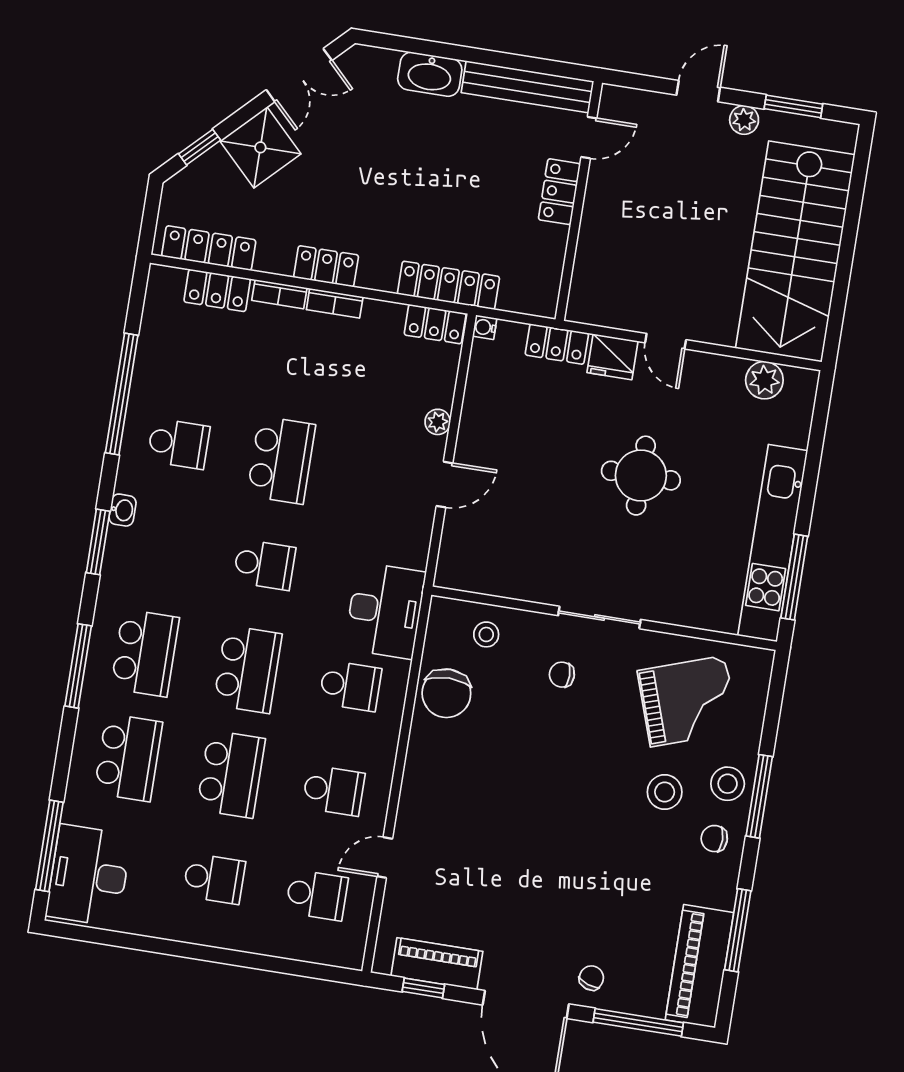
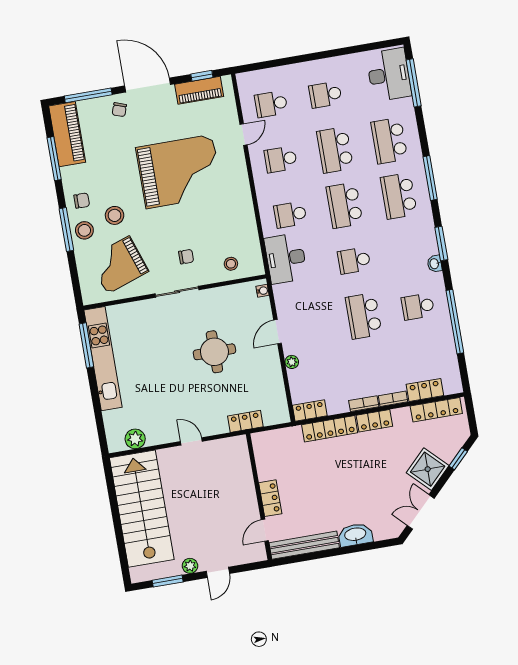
locker: (448, 285) -> (330, 429), moved
water cooler: (485, 327) -> (263, 291), moved
fridge: (612, 357) -> (215, 425), removed
round table: (641, 476) -> (214, 352), moved
chair: (446, 693) -> (241, 227), removed
grand piano: (522, 831) -> (179, 172), added

